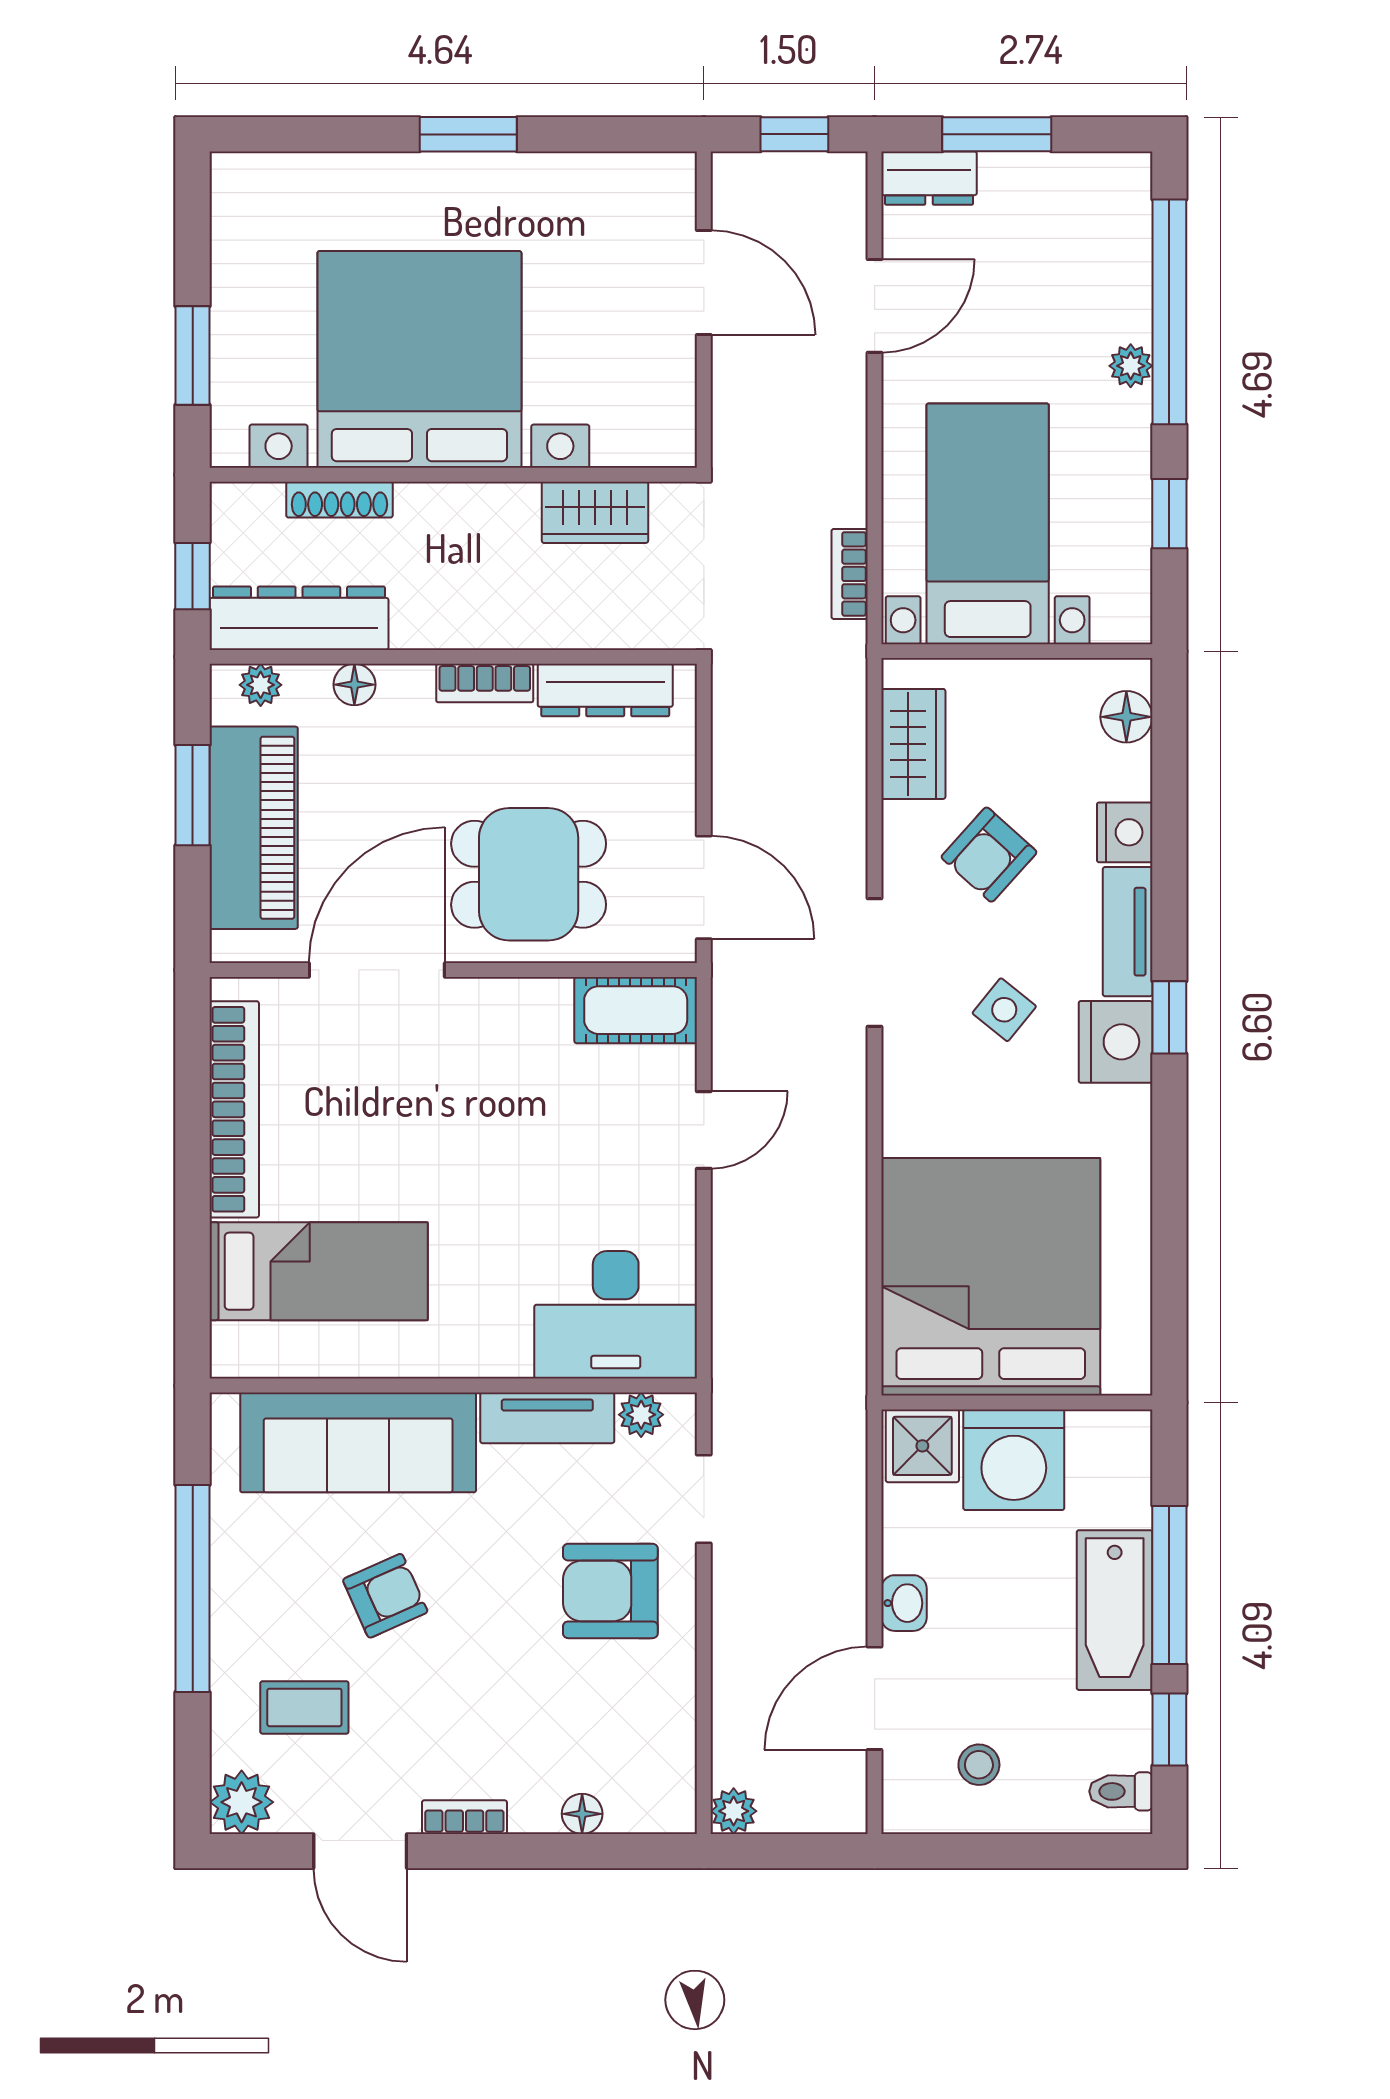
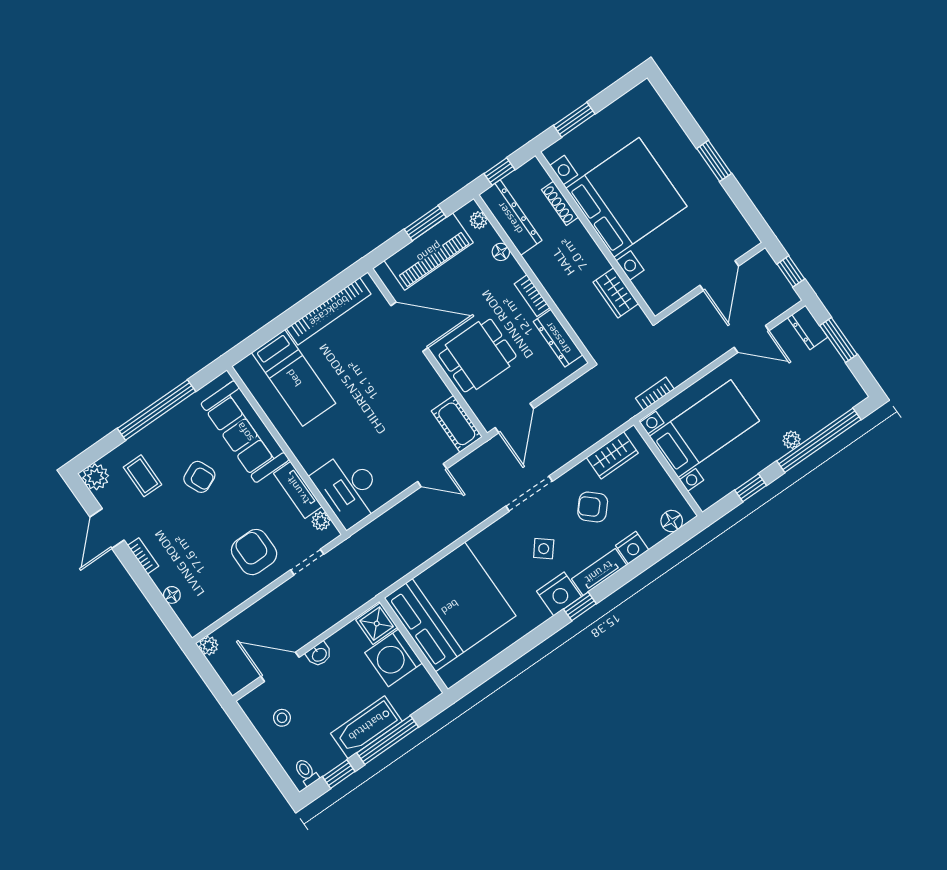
dining table: (529, 874) -> (478, 356), turned 90

